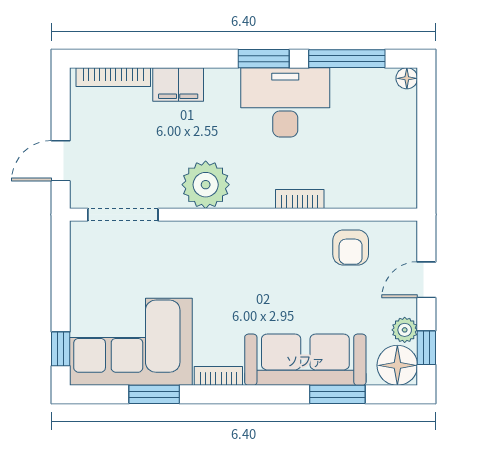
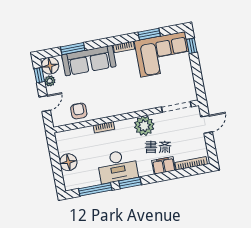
floor lamp: (407, 78) -> (68, 162), moved, width x1.89, depth x1.89

